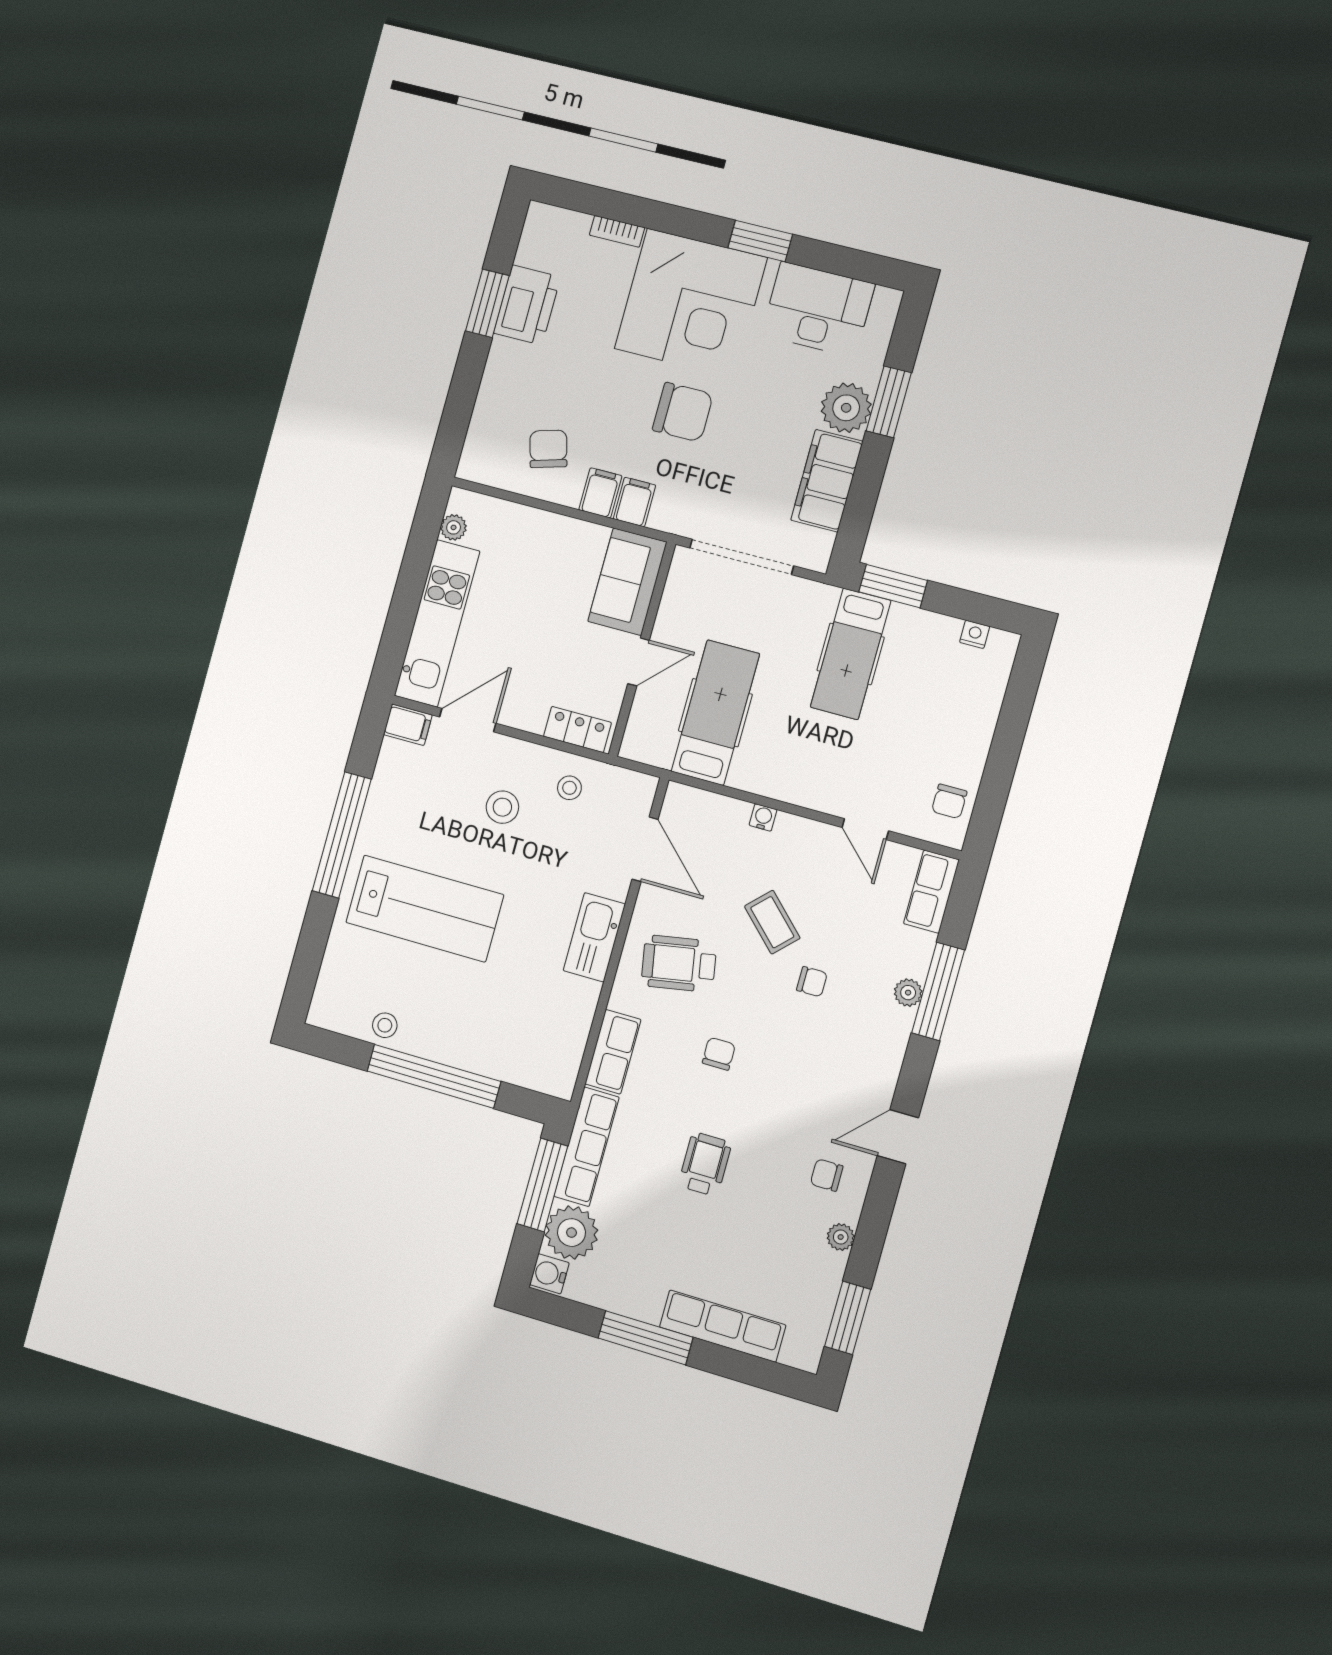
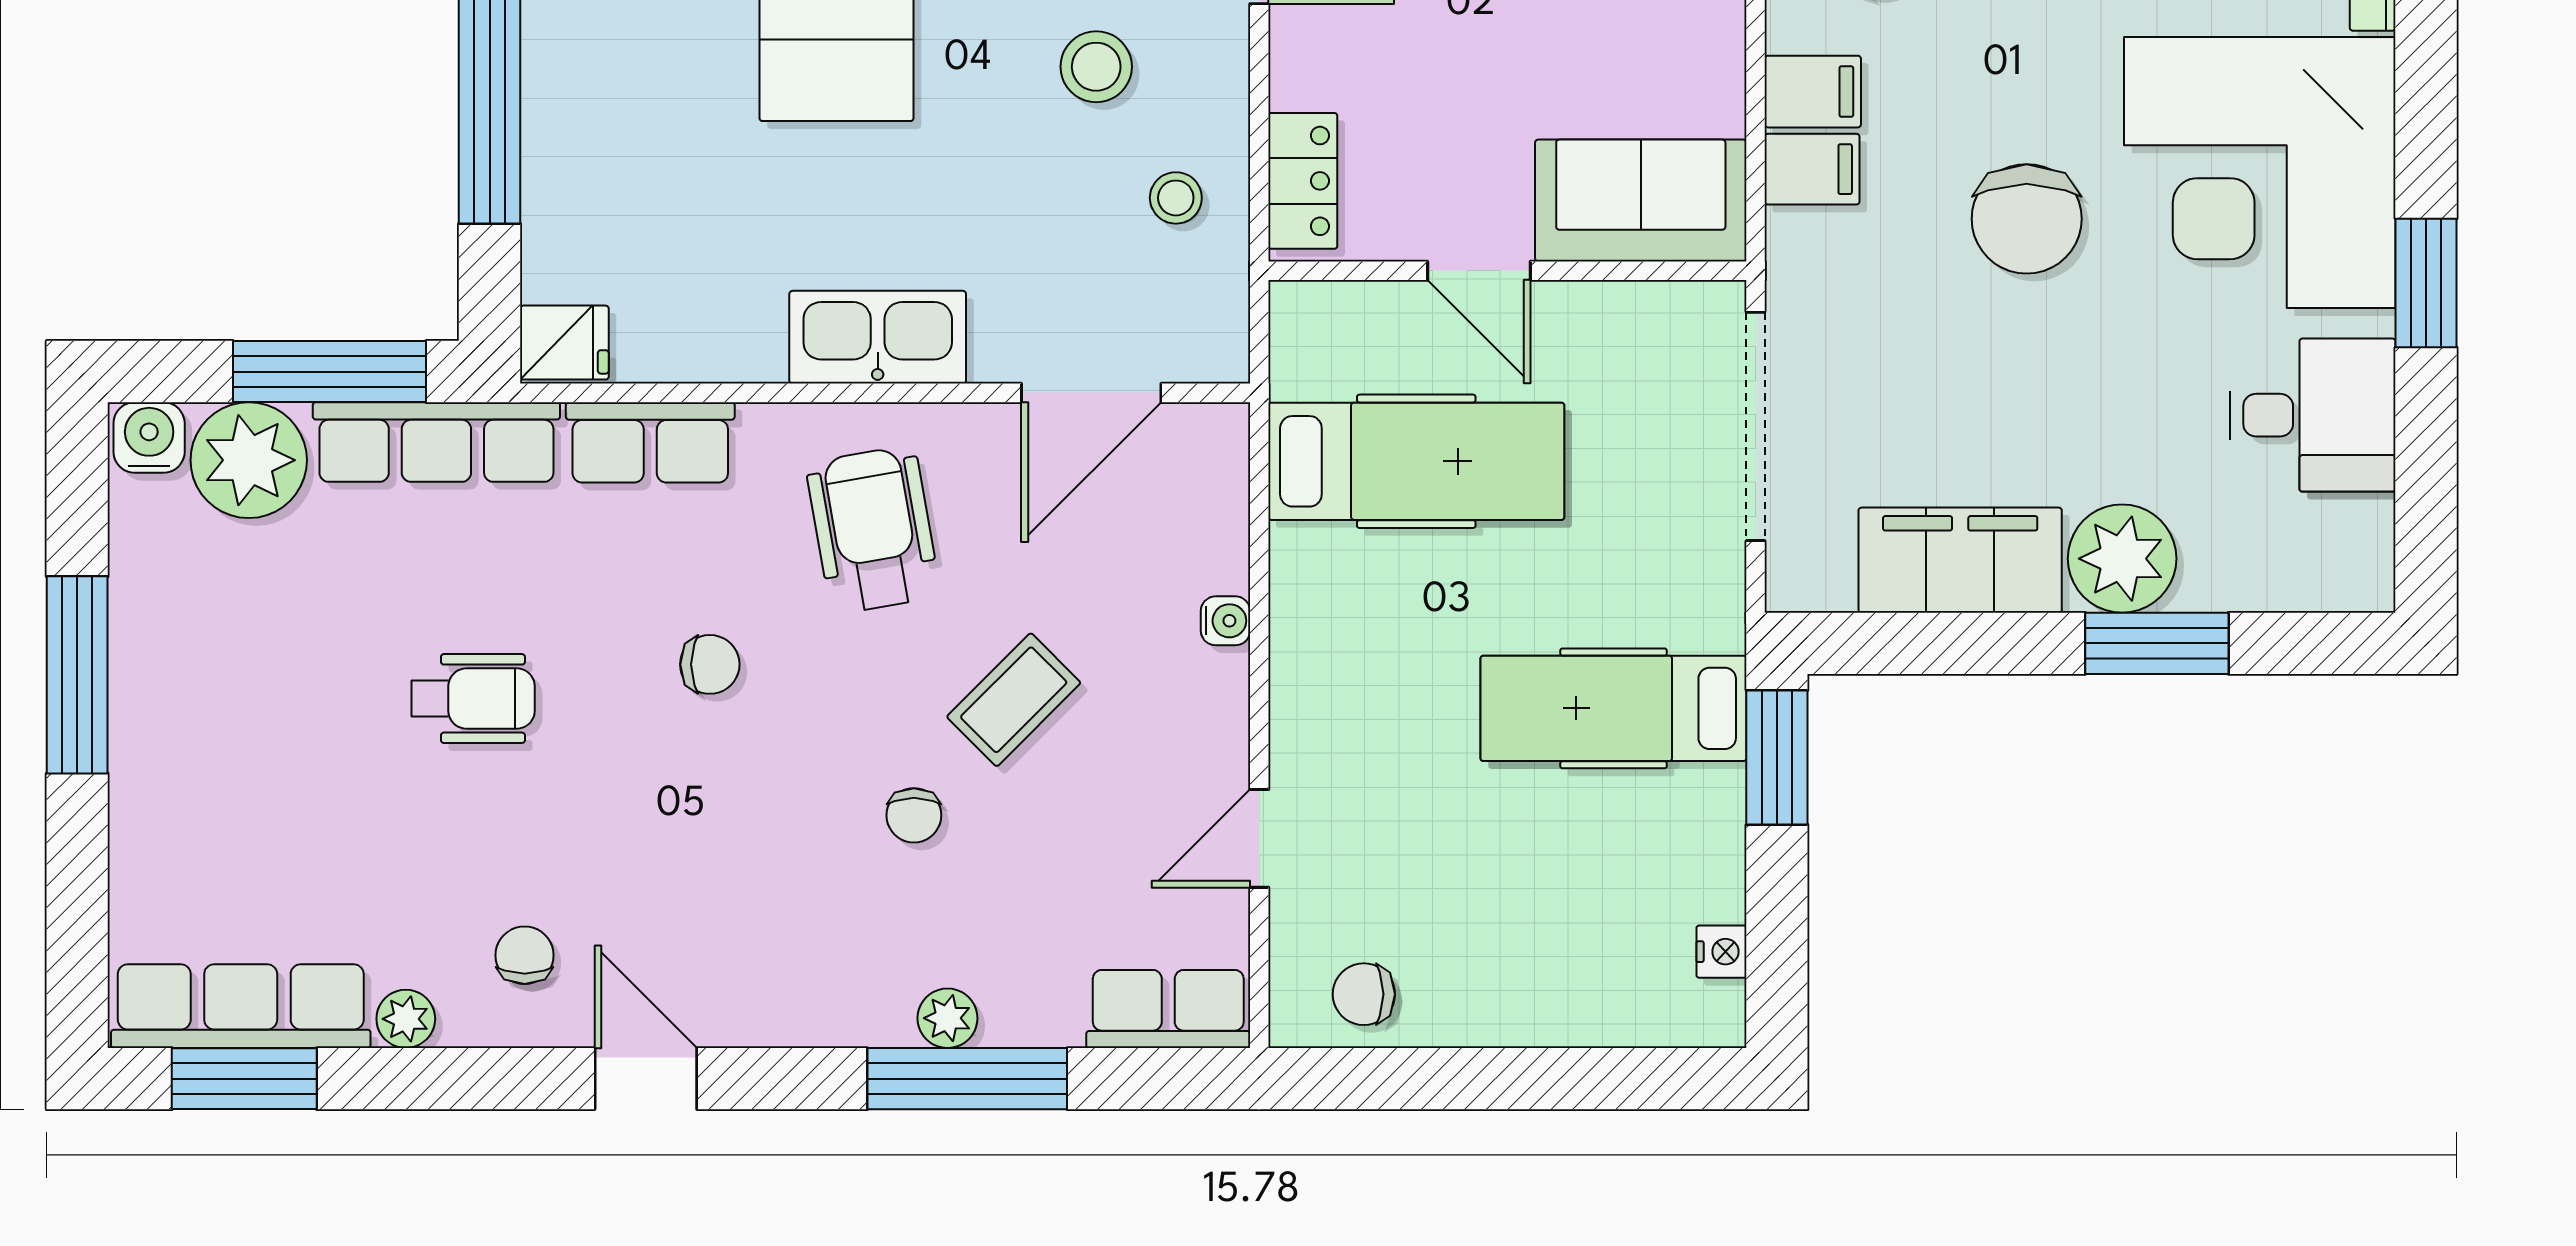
desk: (818, 309) -> (2313, 415), width x0.73
fridge: (558, 1077) -> (564, 343), added
row of seats: (723, 1326) -> (241, 1006), moved, turned -90

